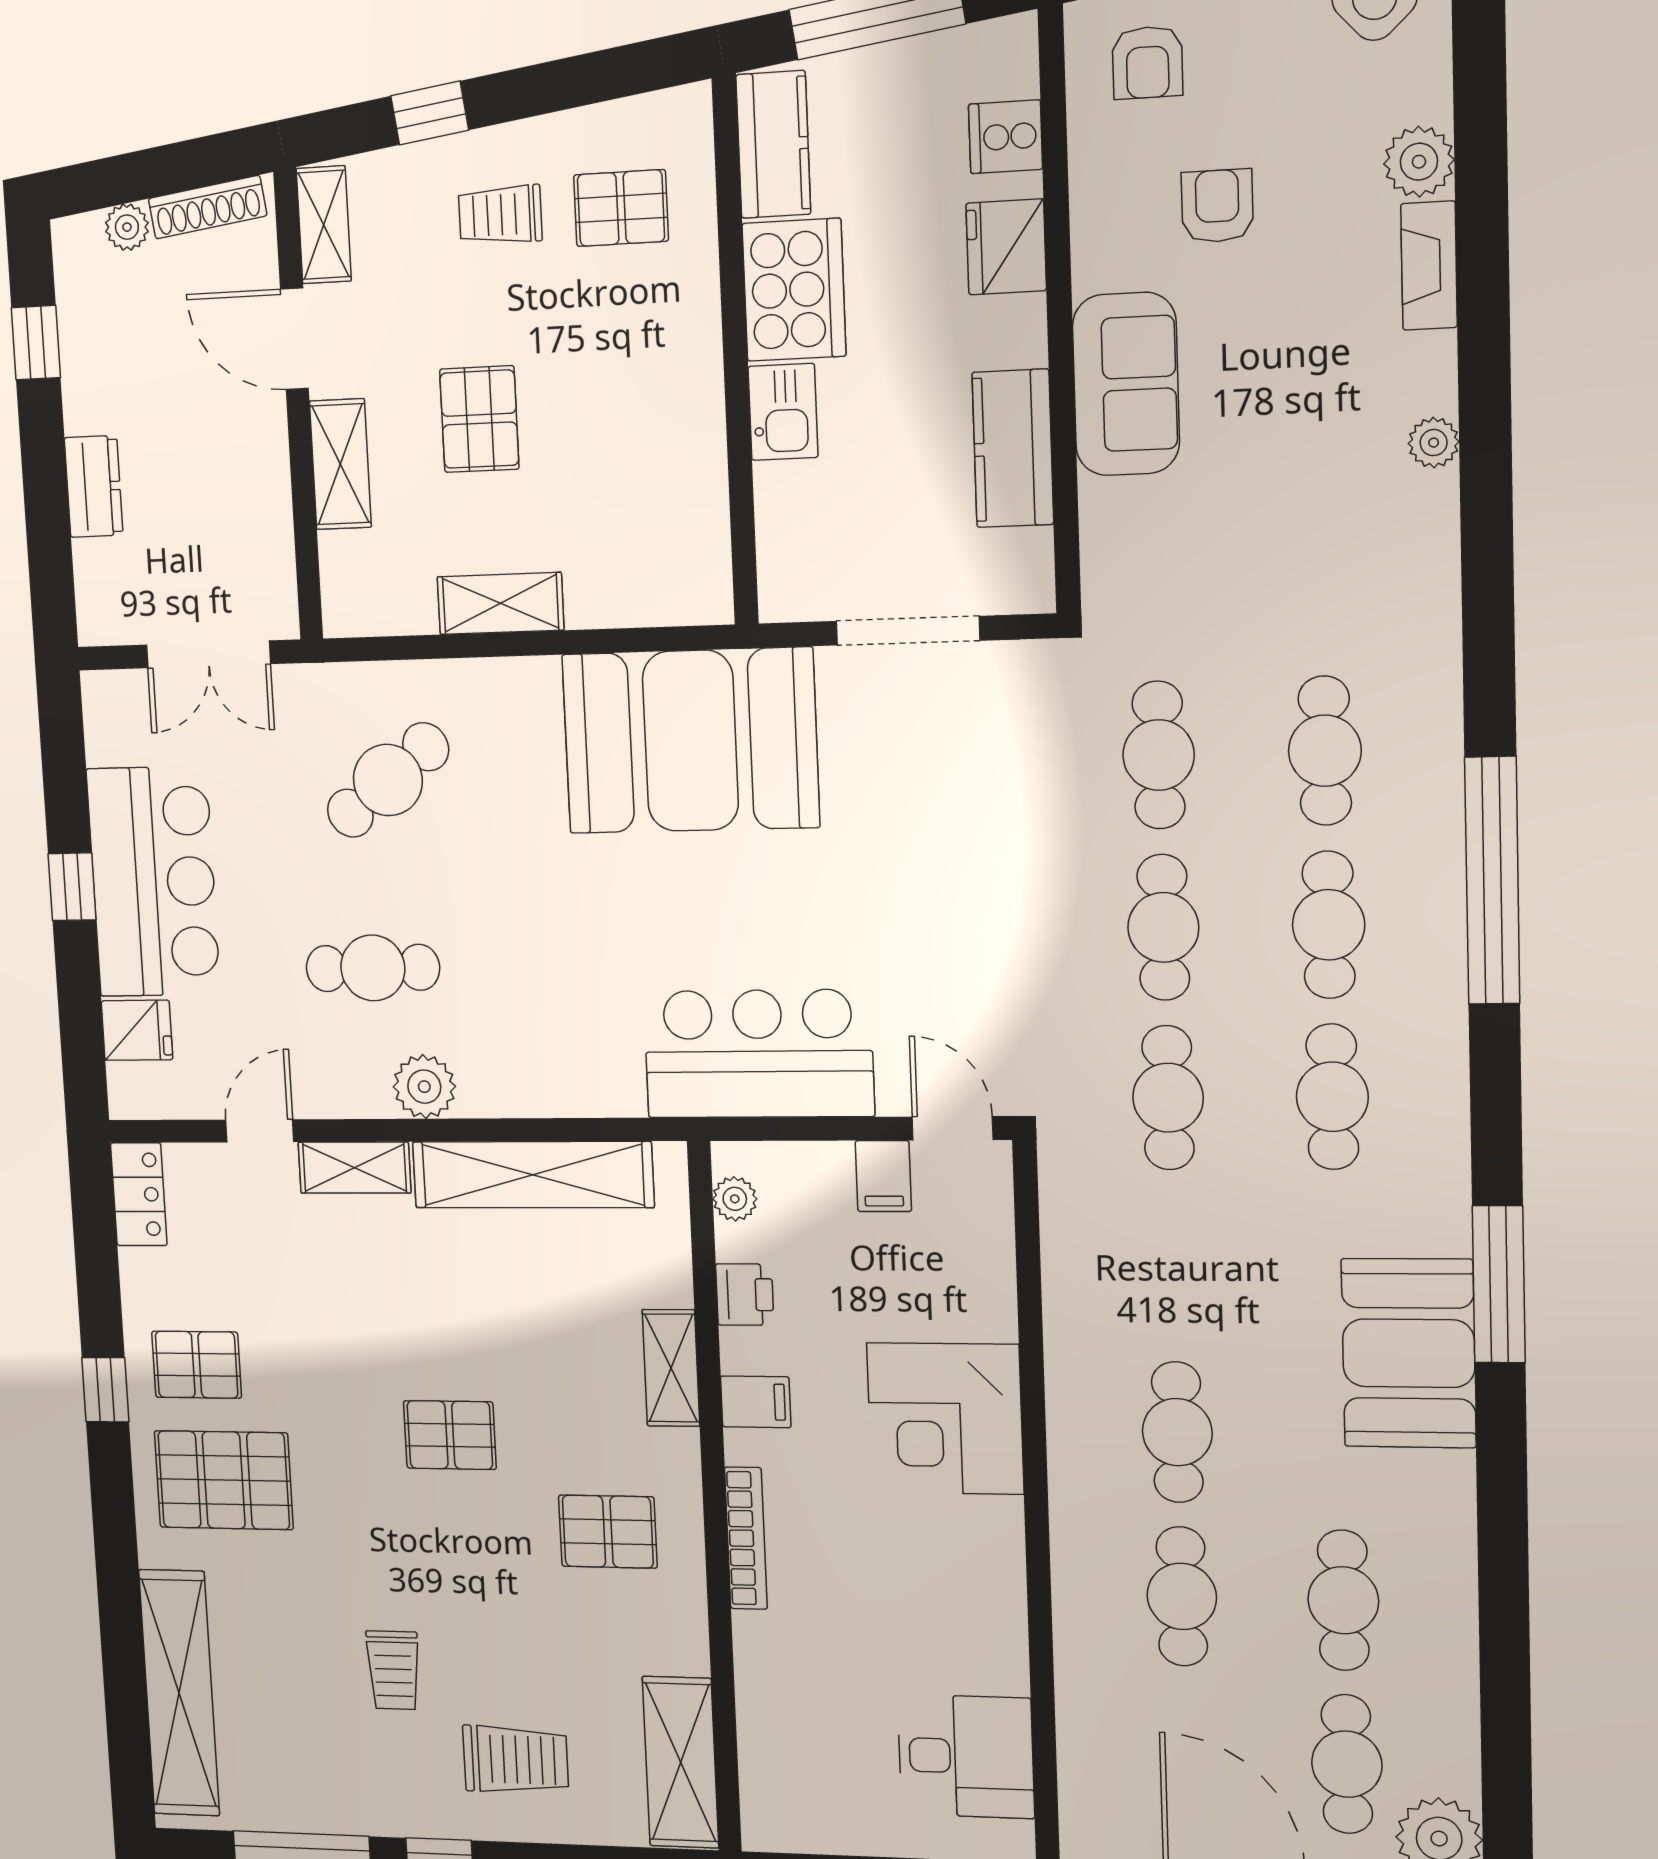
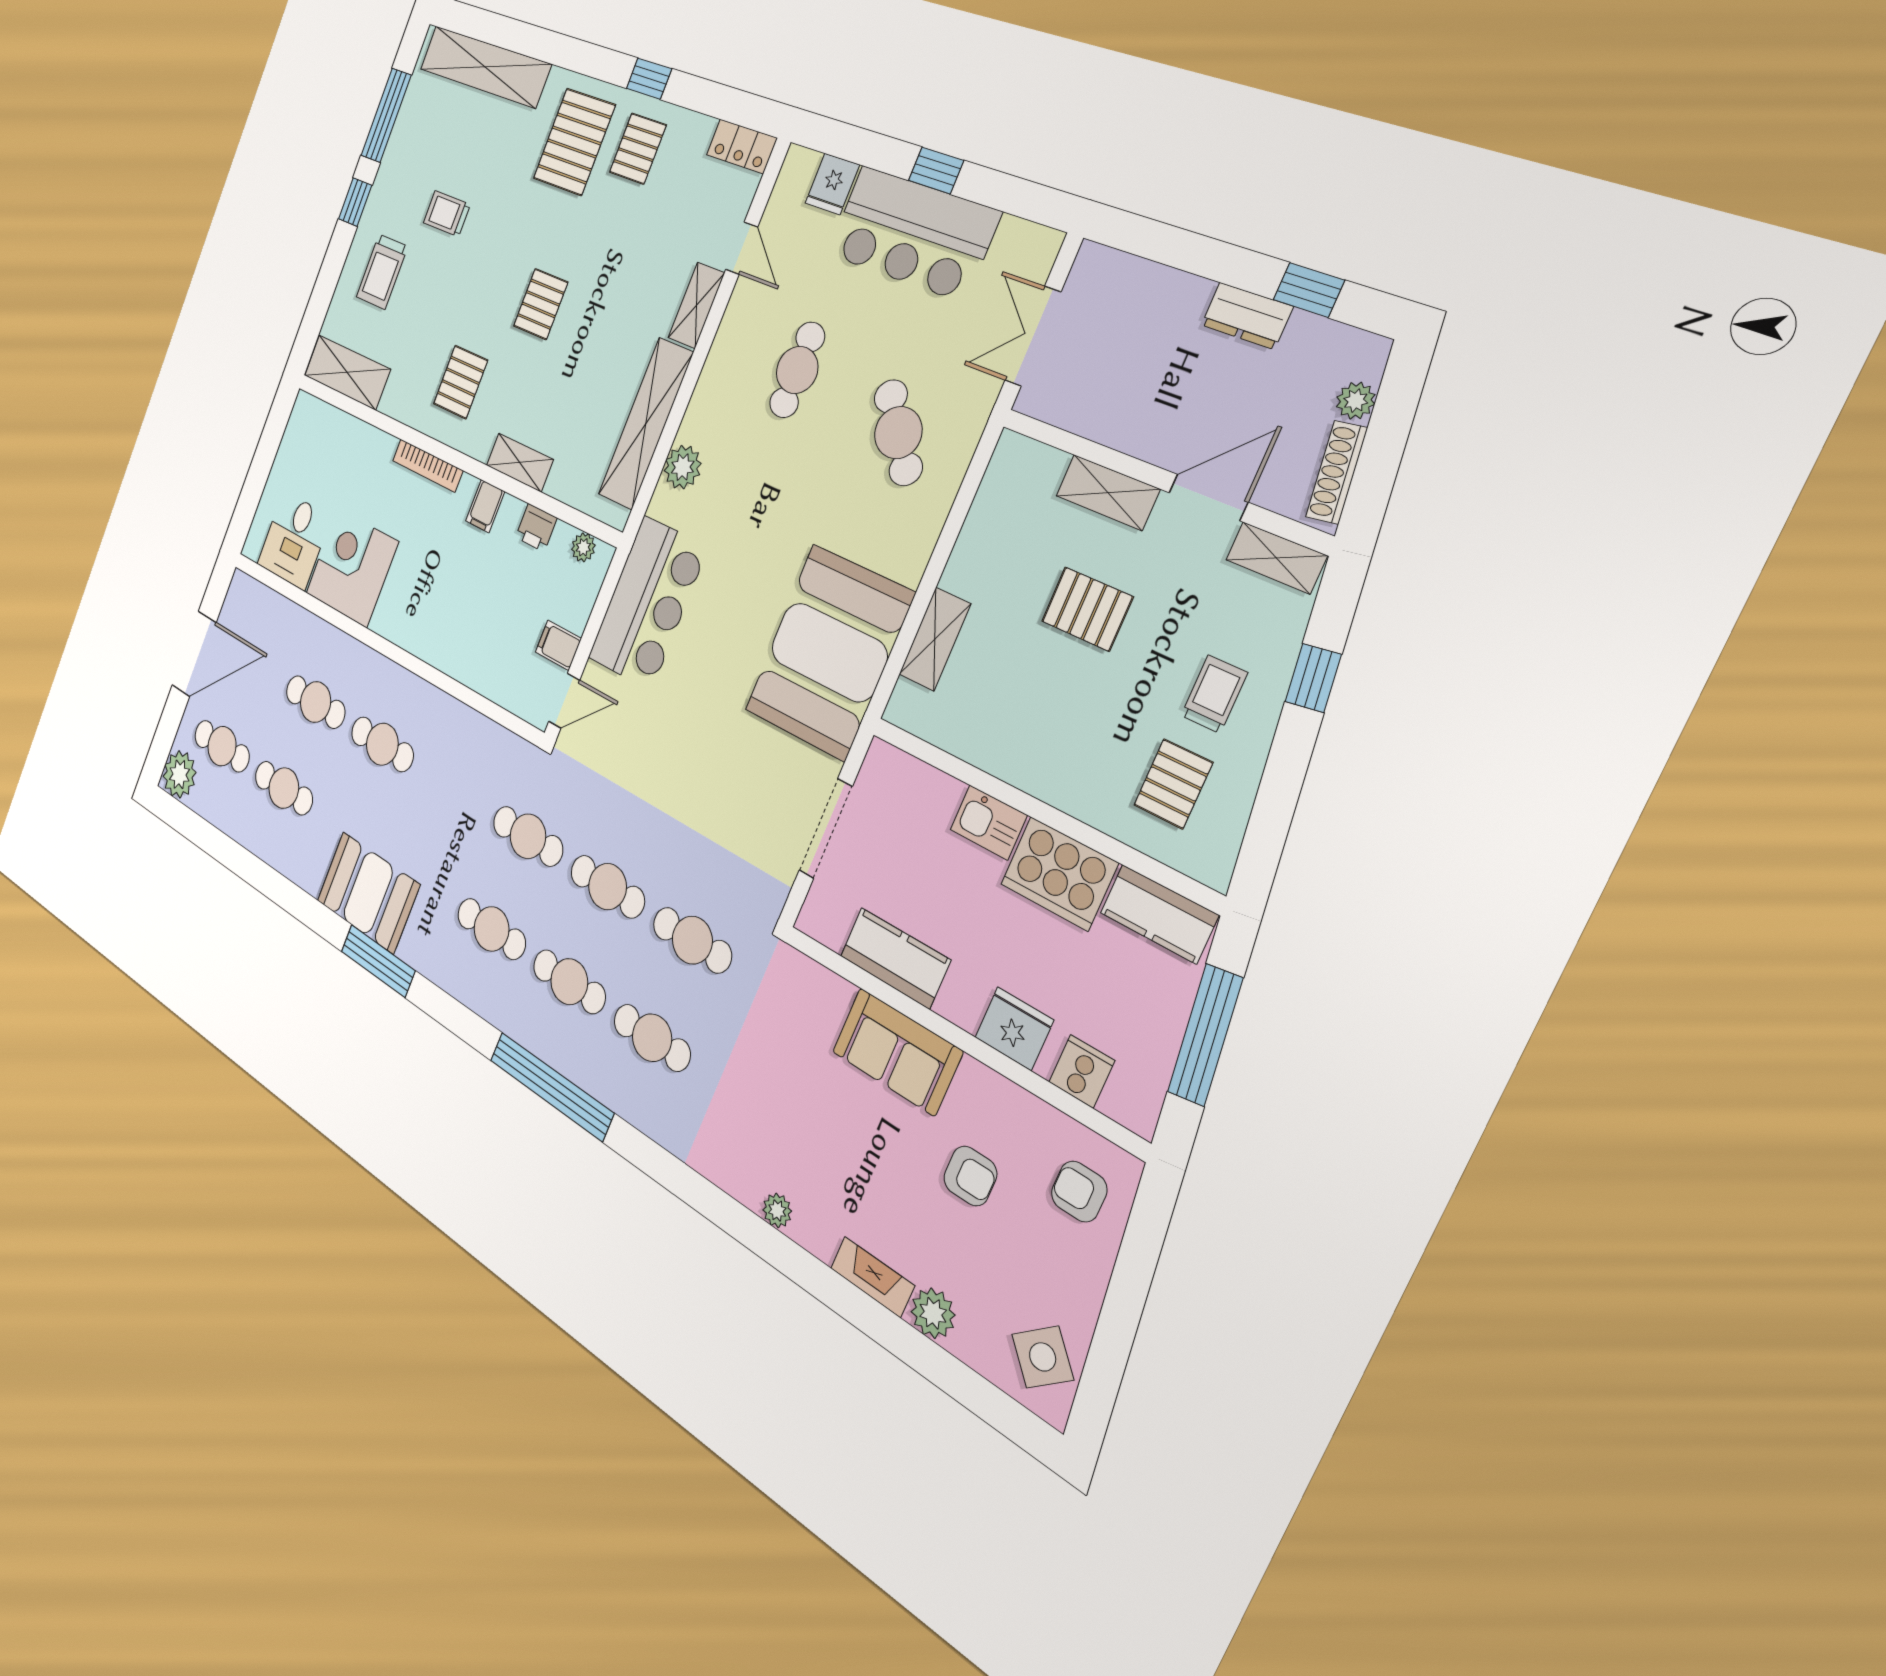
dresser: (94, 486) -> (1247, 316), moved
shelving: (501, 603) -> (935, 639), moved
plant: (424, 1087) -> (683, 467), moved
corner desk: (945, 1419) -> (352, 568), moved

